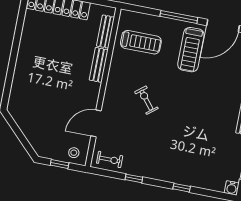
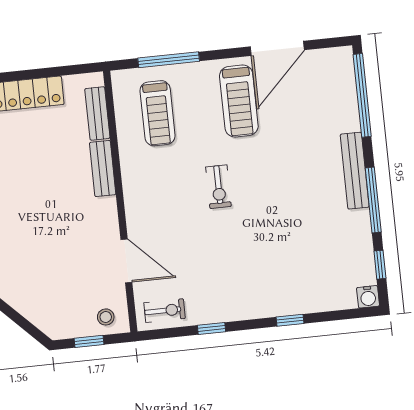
window: (179, 17) -> (169, 60), moved
treadmill: (141, 42) -> (158, 113), turned 90
exercise bike: (146, 100) -> (218, 187), moved, turned -141
door: (96, 123) -> (126, 261), swing flipped

